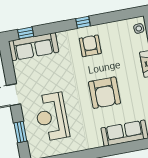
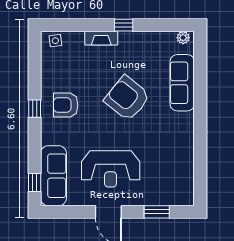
armchair: (105, 93) -> (127, 98), turned -141
reception desk: (52, 117) -> (111, 169), moved

